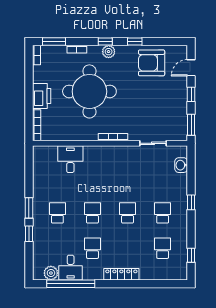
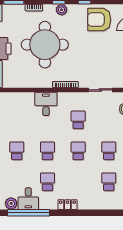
desk: (70, 159) -> (46, 104), moved
school desk: (128, 178) -> (78, 120), added
locker: (121, 274) -> (67, 205), width x0.66

